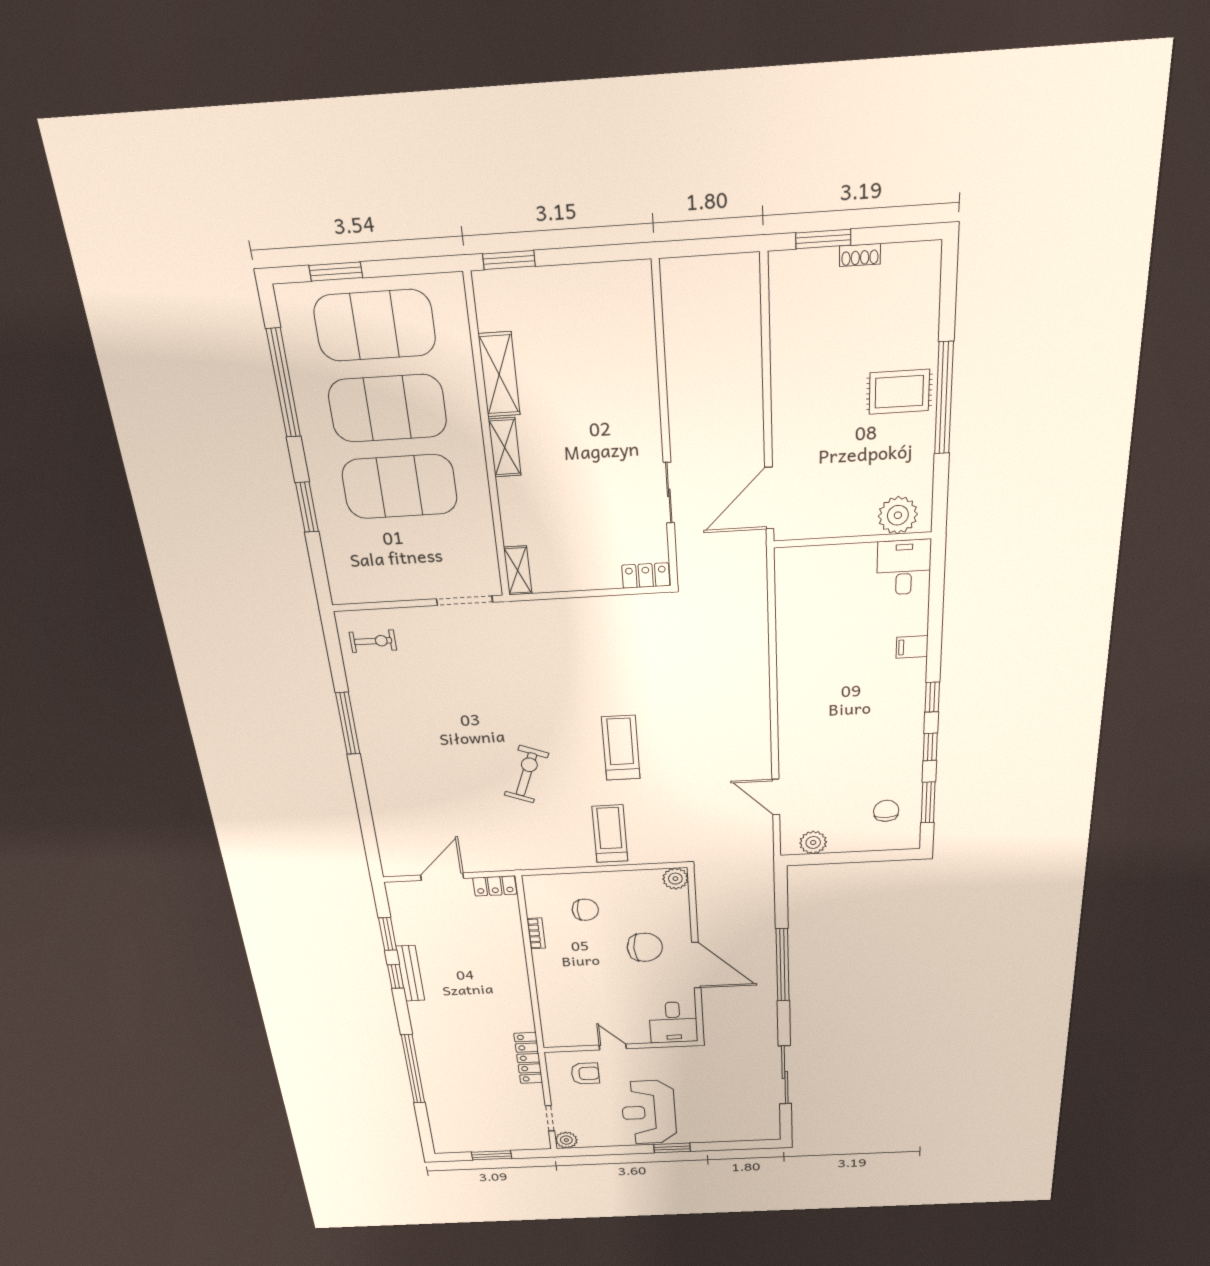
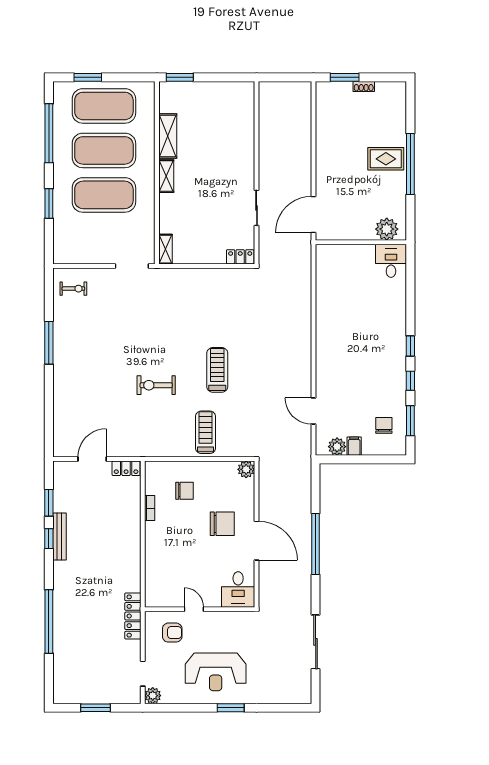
filing cabinet: (912, 647) -> (354, 446), moved, turned 90
exercise bike: (526, 774) -> (156, 385), turned -111
reception desk: (649, 1112) -> (216, 672), turned -90

